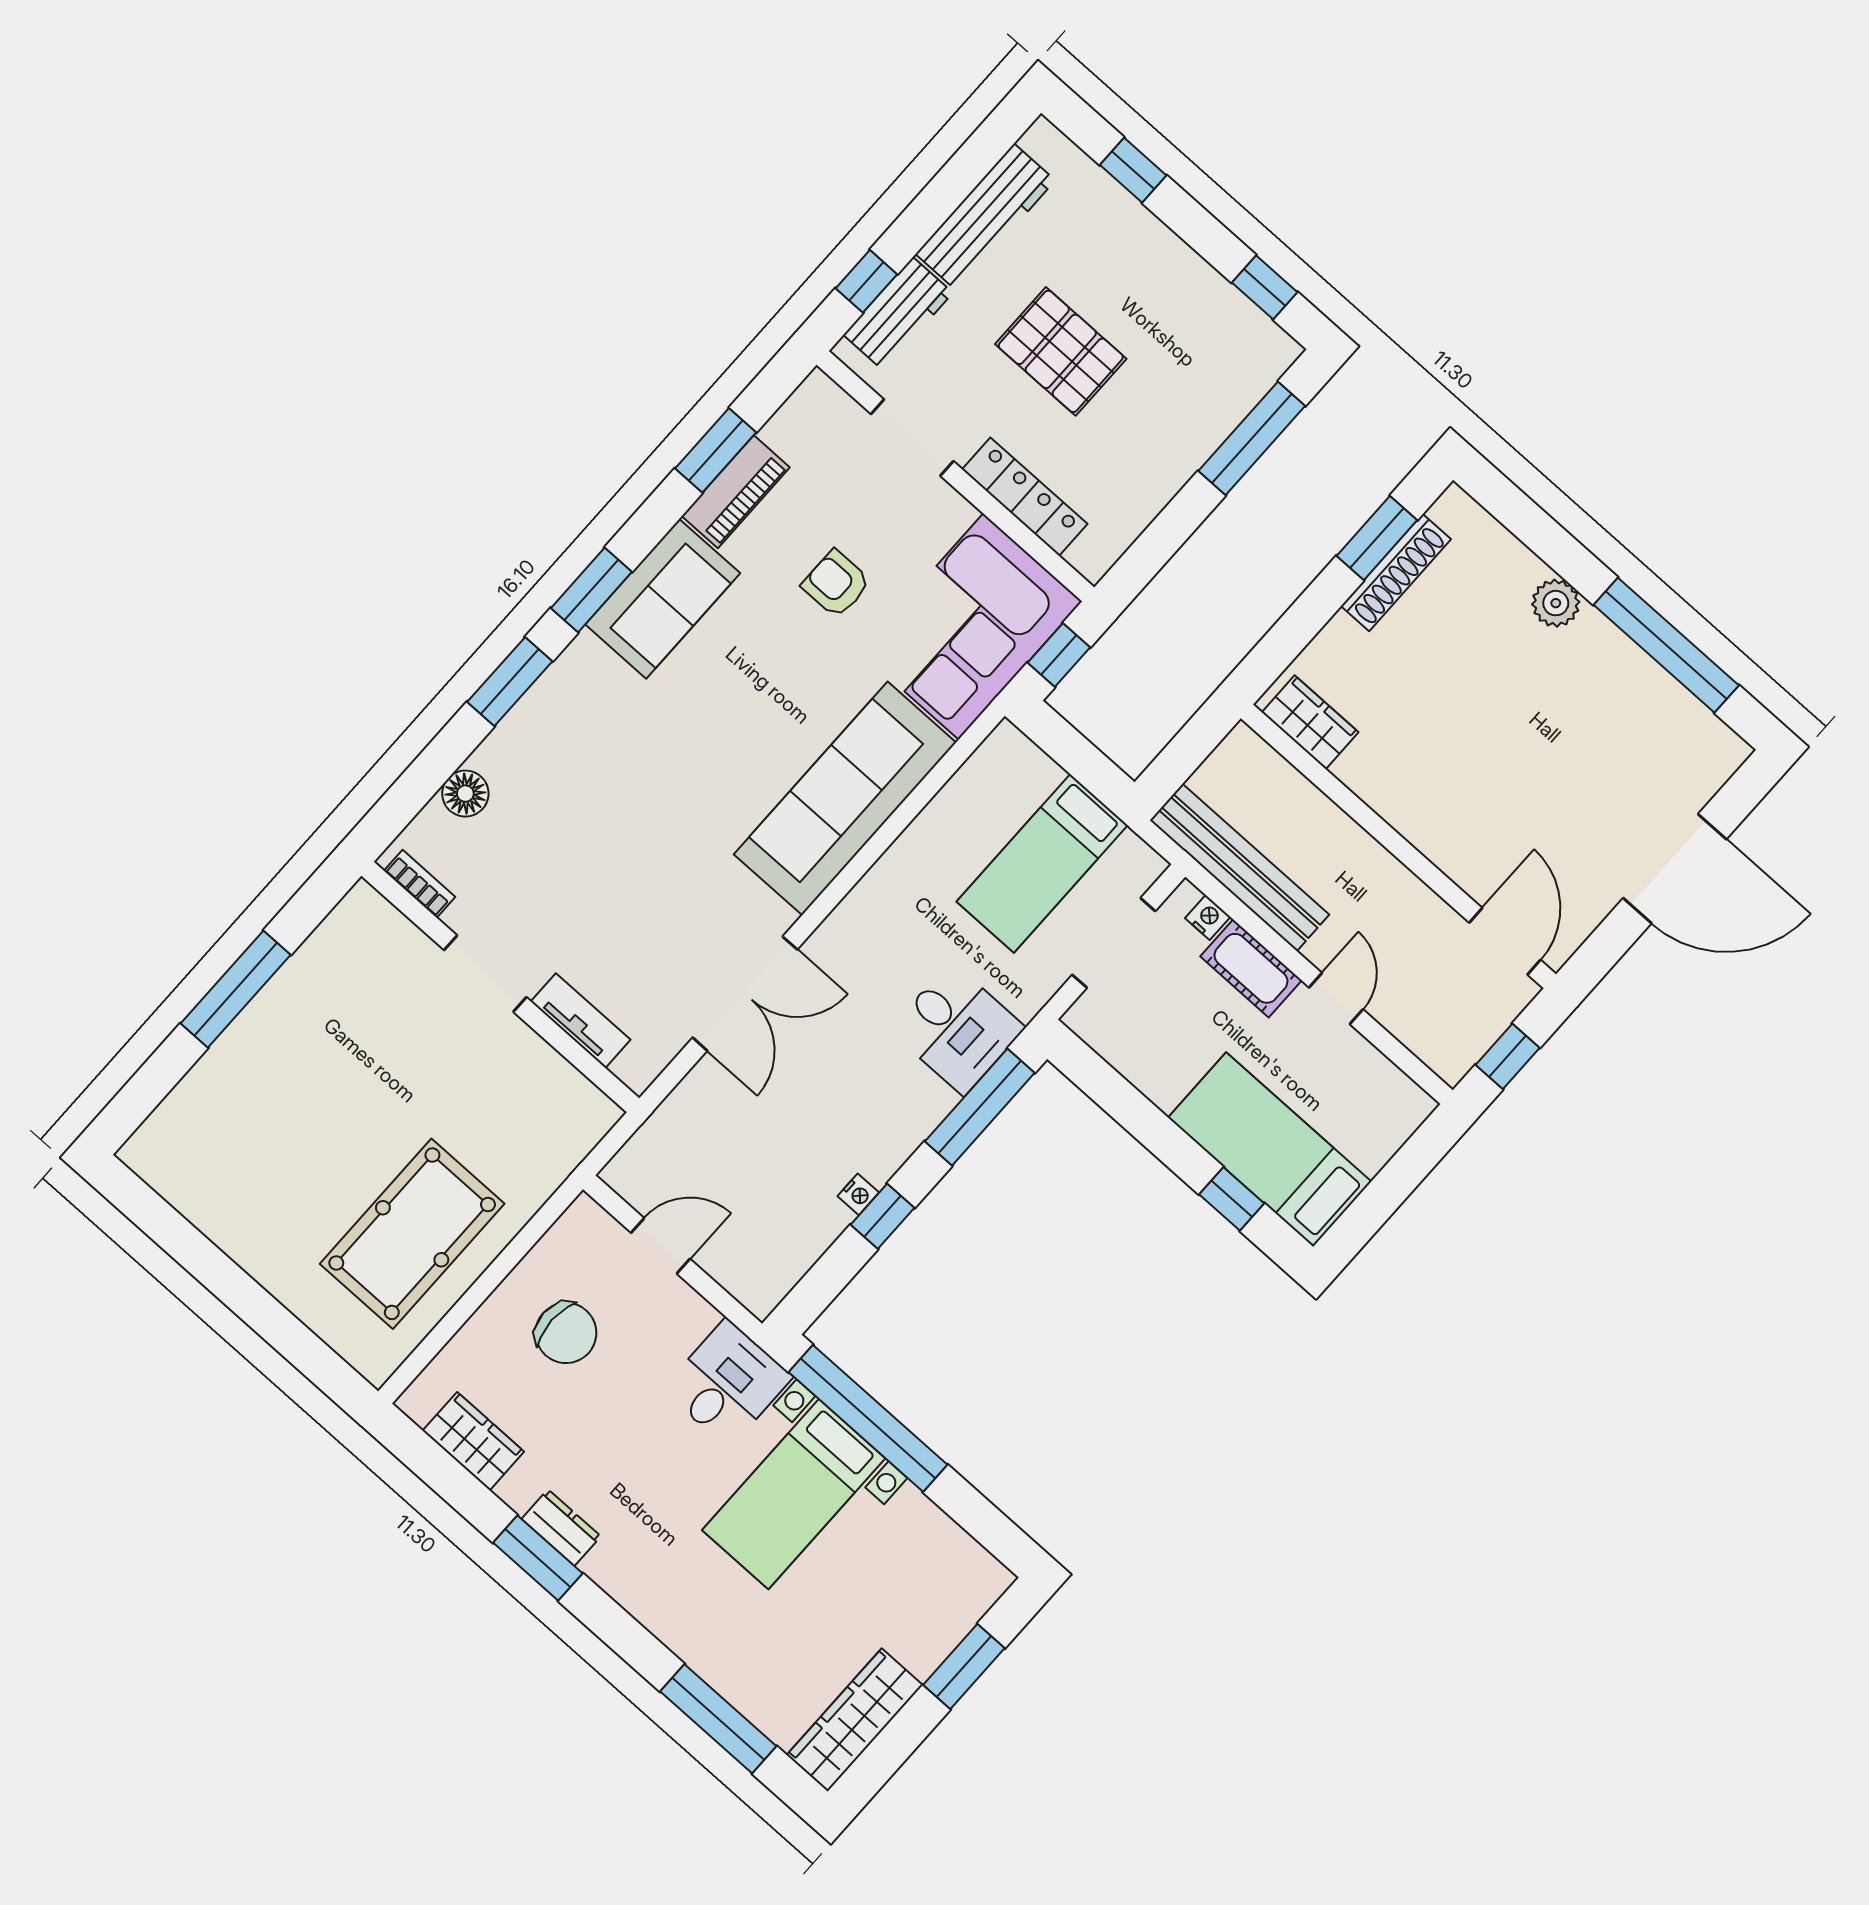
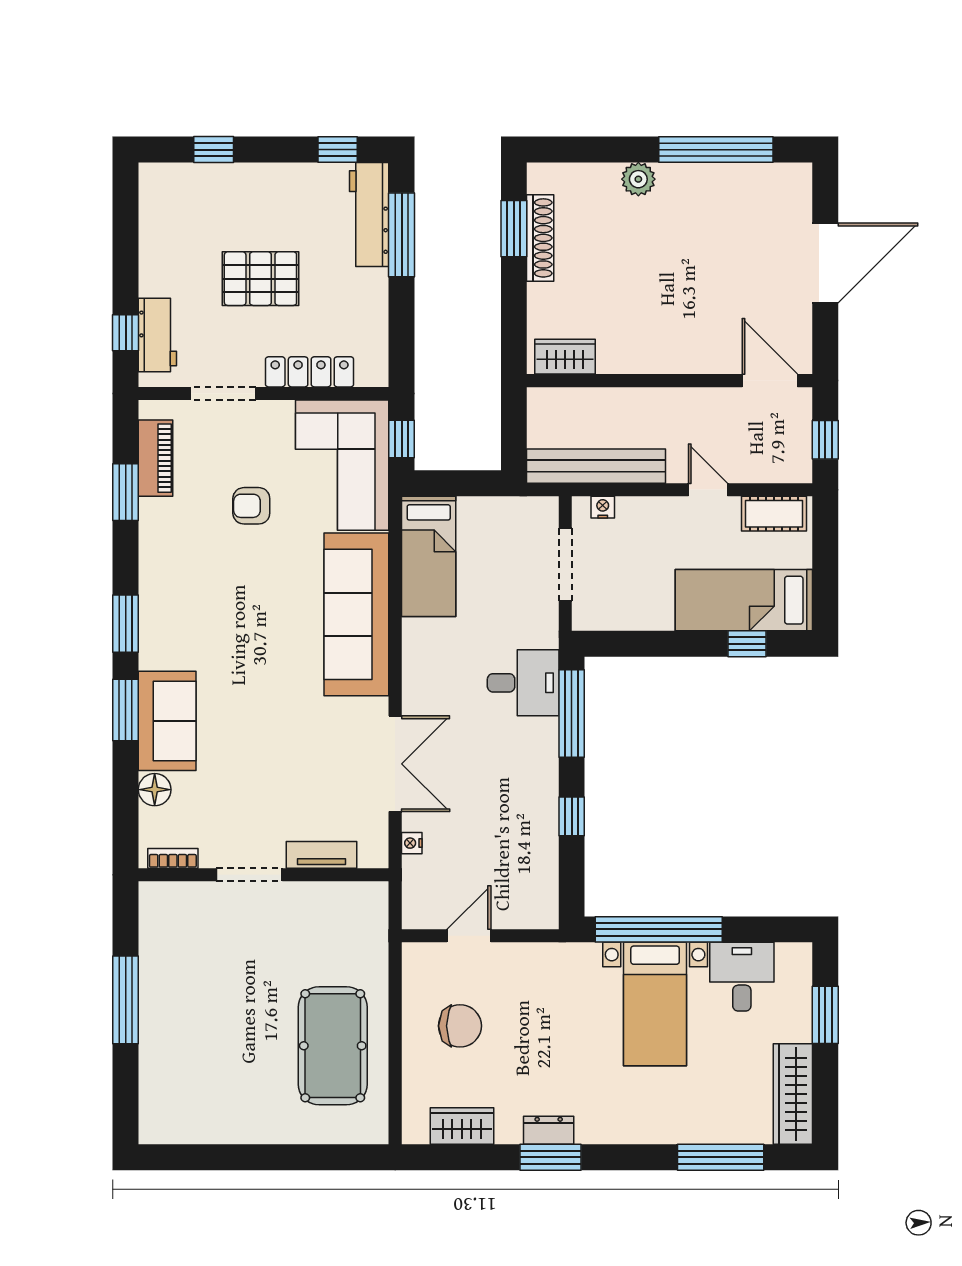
workbench: (985, 217) -> (369, 215), moved, turned 180
piano: (736, 492) -> (155, 458), moved
sofa: (663, 599) -> (167, 721), moved
bed: (1042, 863) -> (429, 556), moved
cot: (1251, 968) -> (774, 514), moved
nightstand: (858, 1194) -> (412, 843), moved, turned 180
desk: (727, 1383) -> (742, 977), moved

